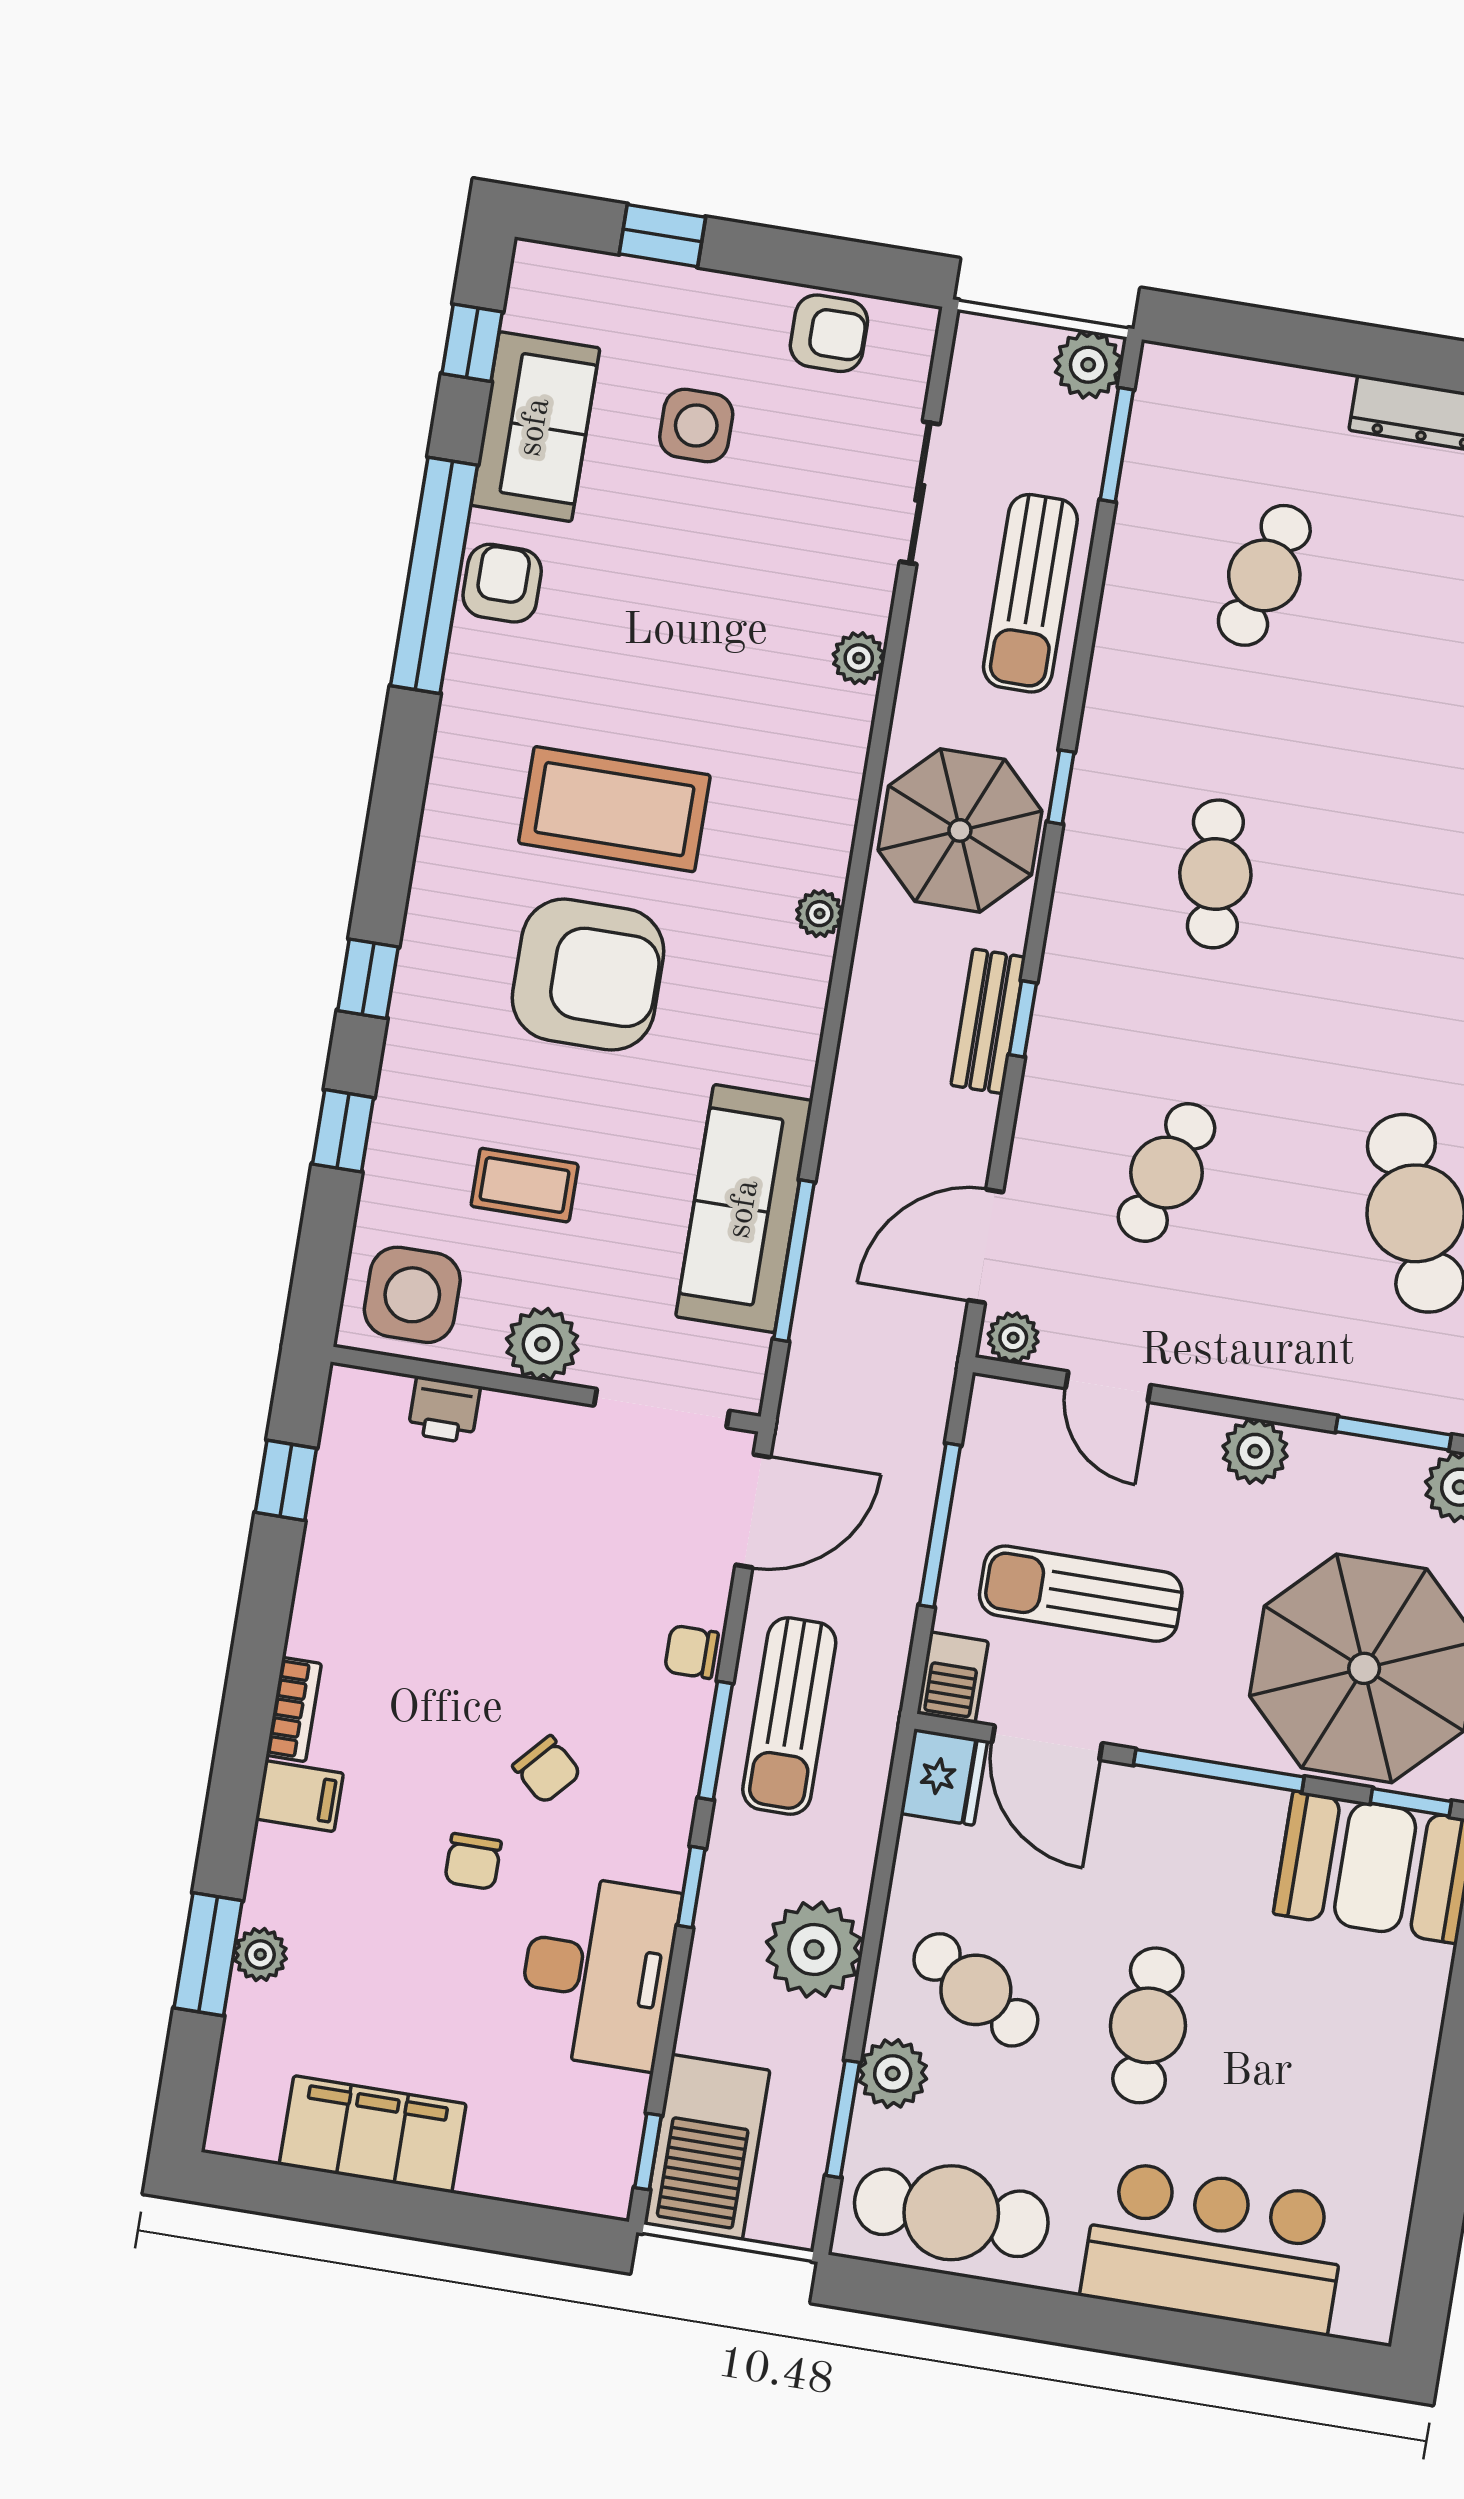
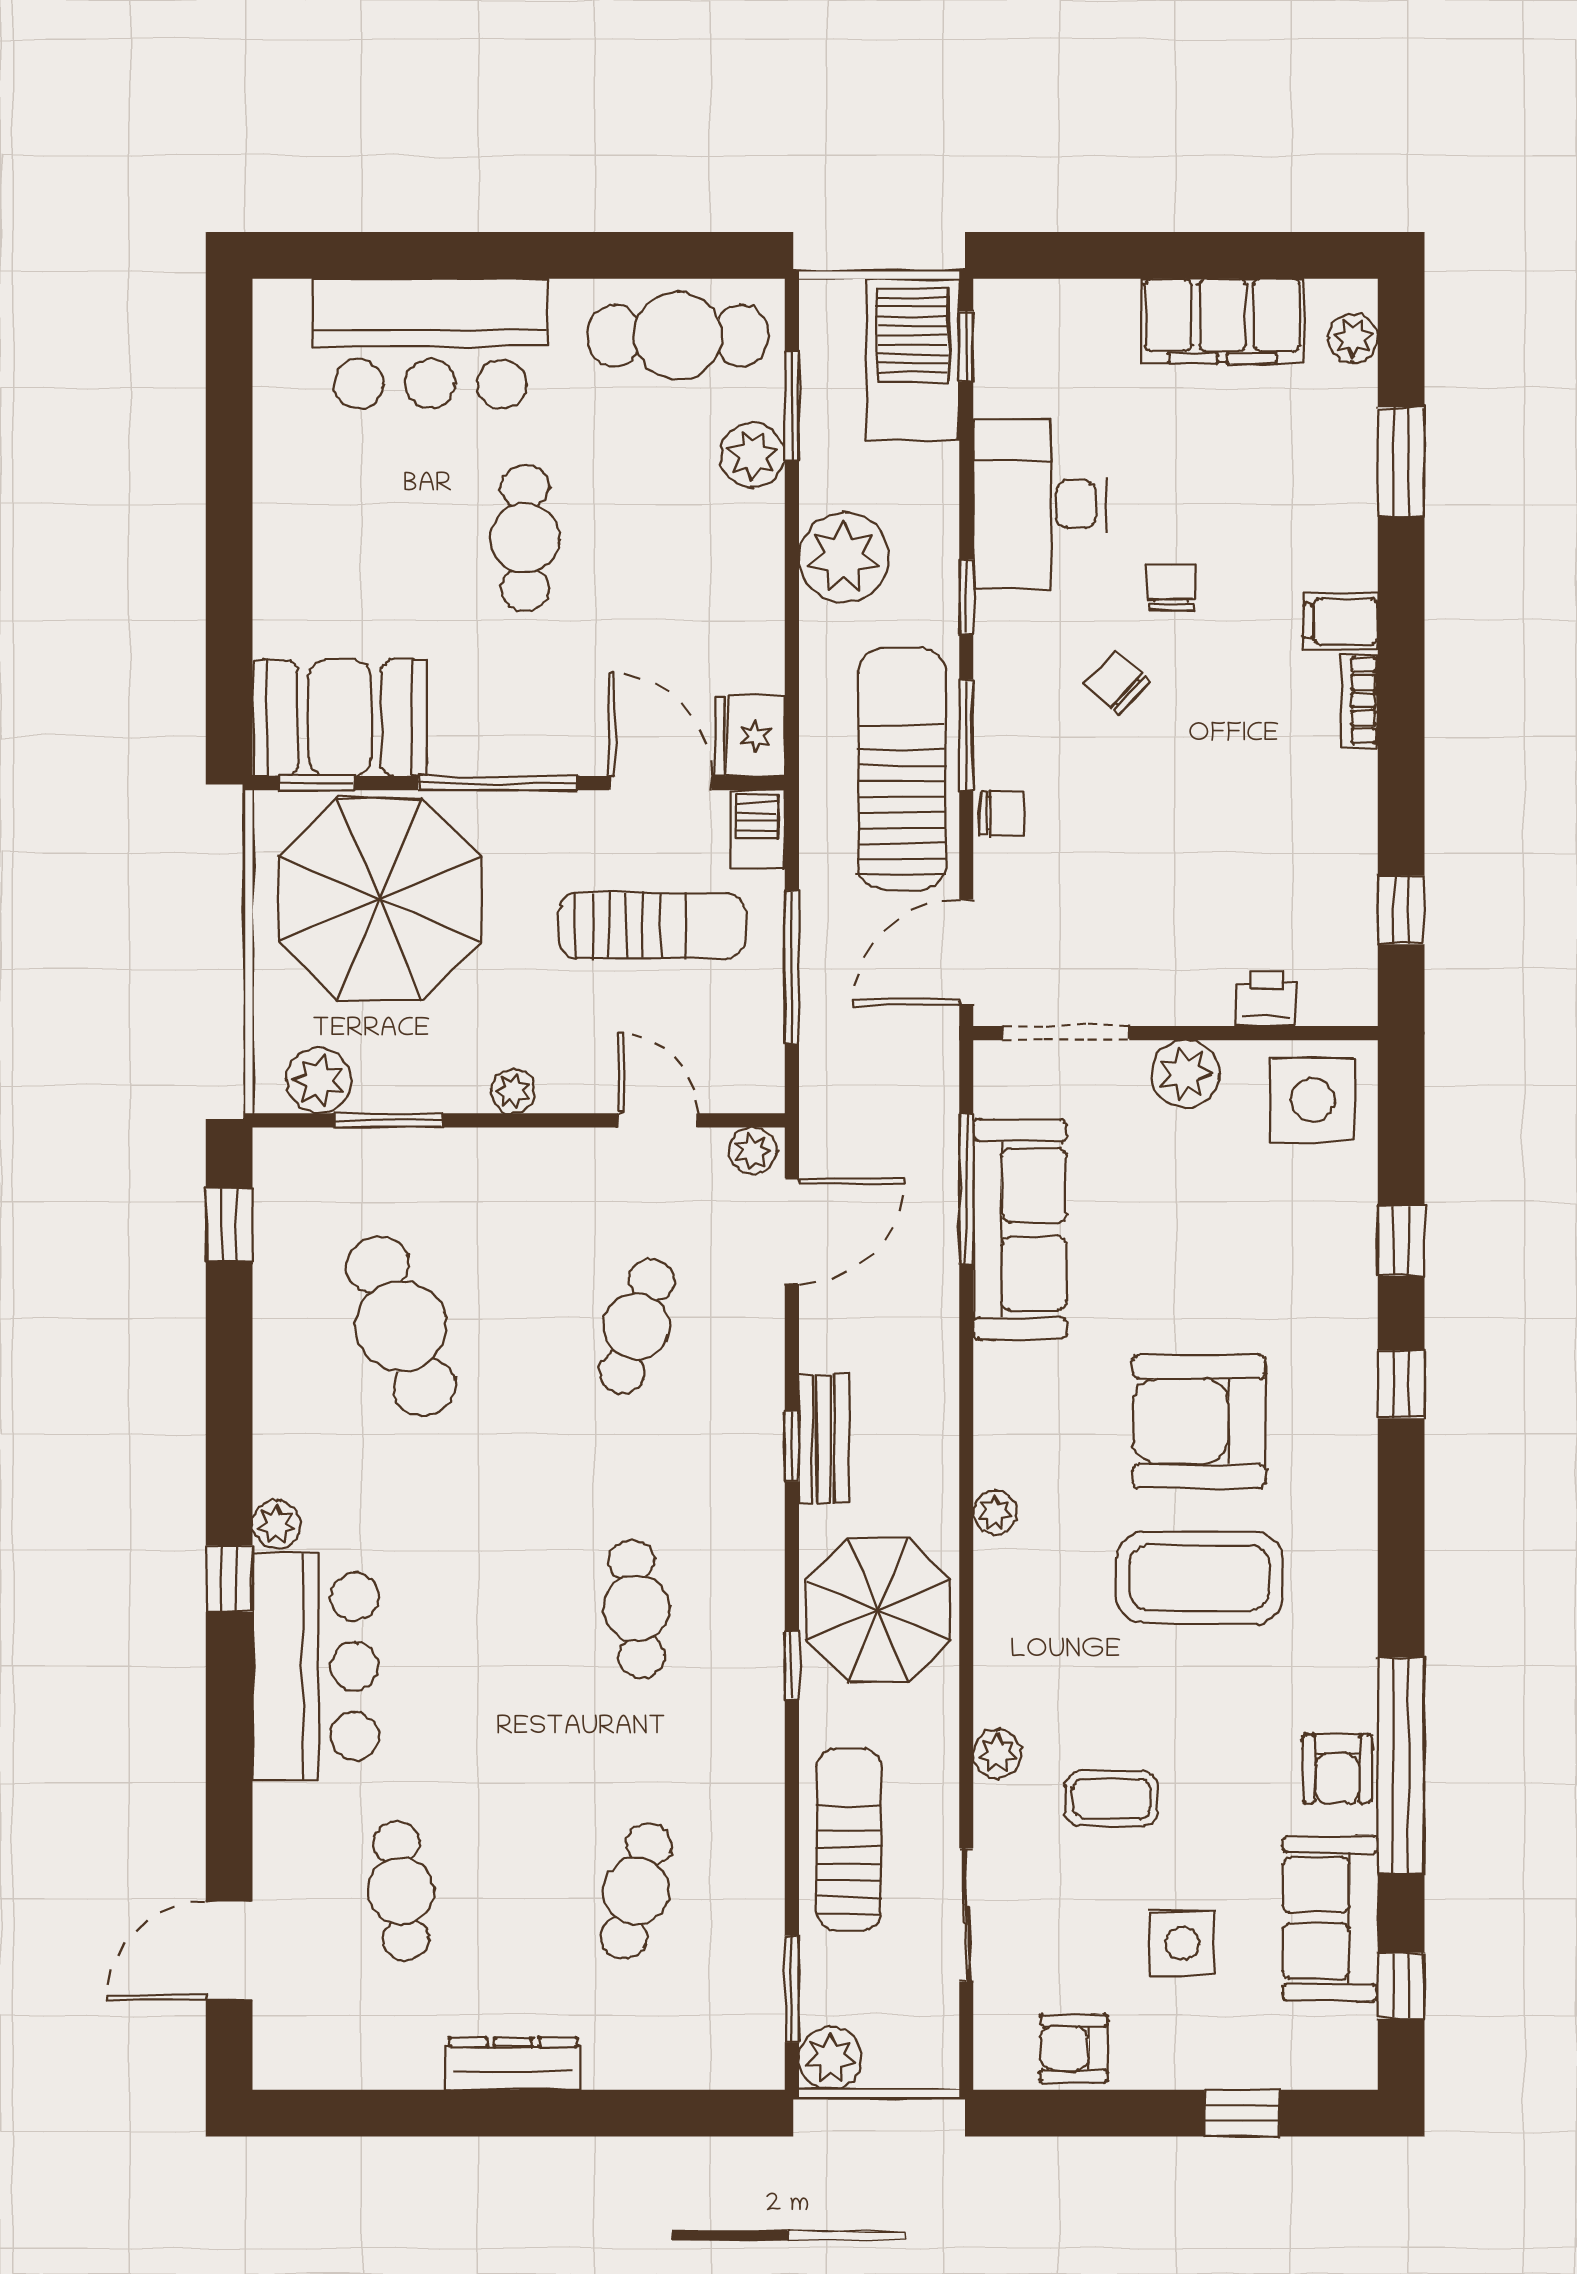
coffee table: (525, 1185) -> (1111, 1799), moved
plant: (1255, 1451) -> (513, 1091), width x0.73, depth x0.73
sun lounger: (789, 1716) -> (902, 769), width x1.36, depth x1.34
plant: (260, 1954) -> (1353, 338), moved
cafe table: (976, 1990) -> (689, 545), removed

